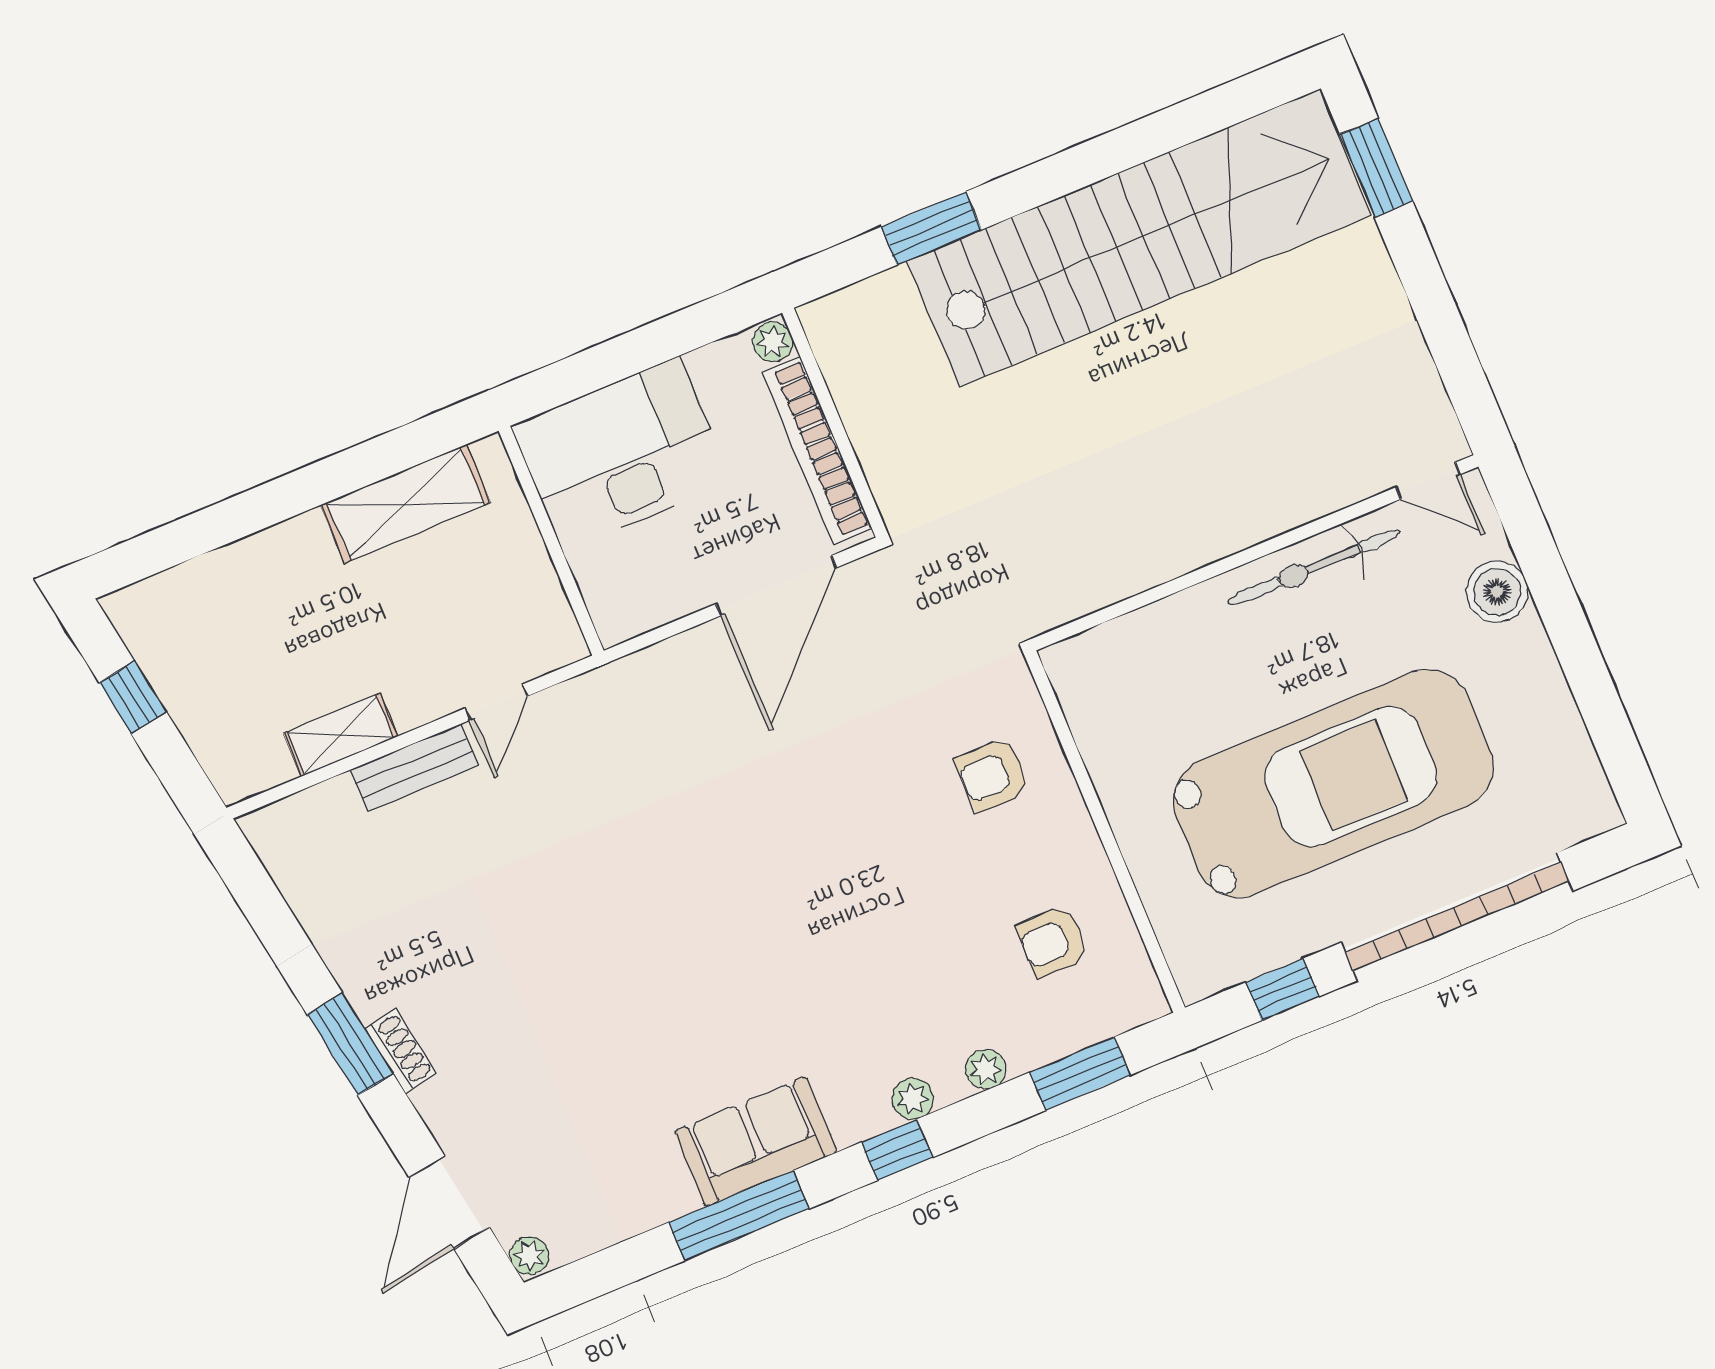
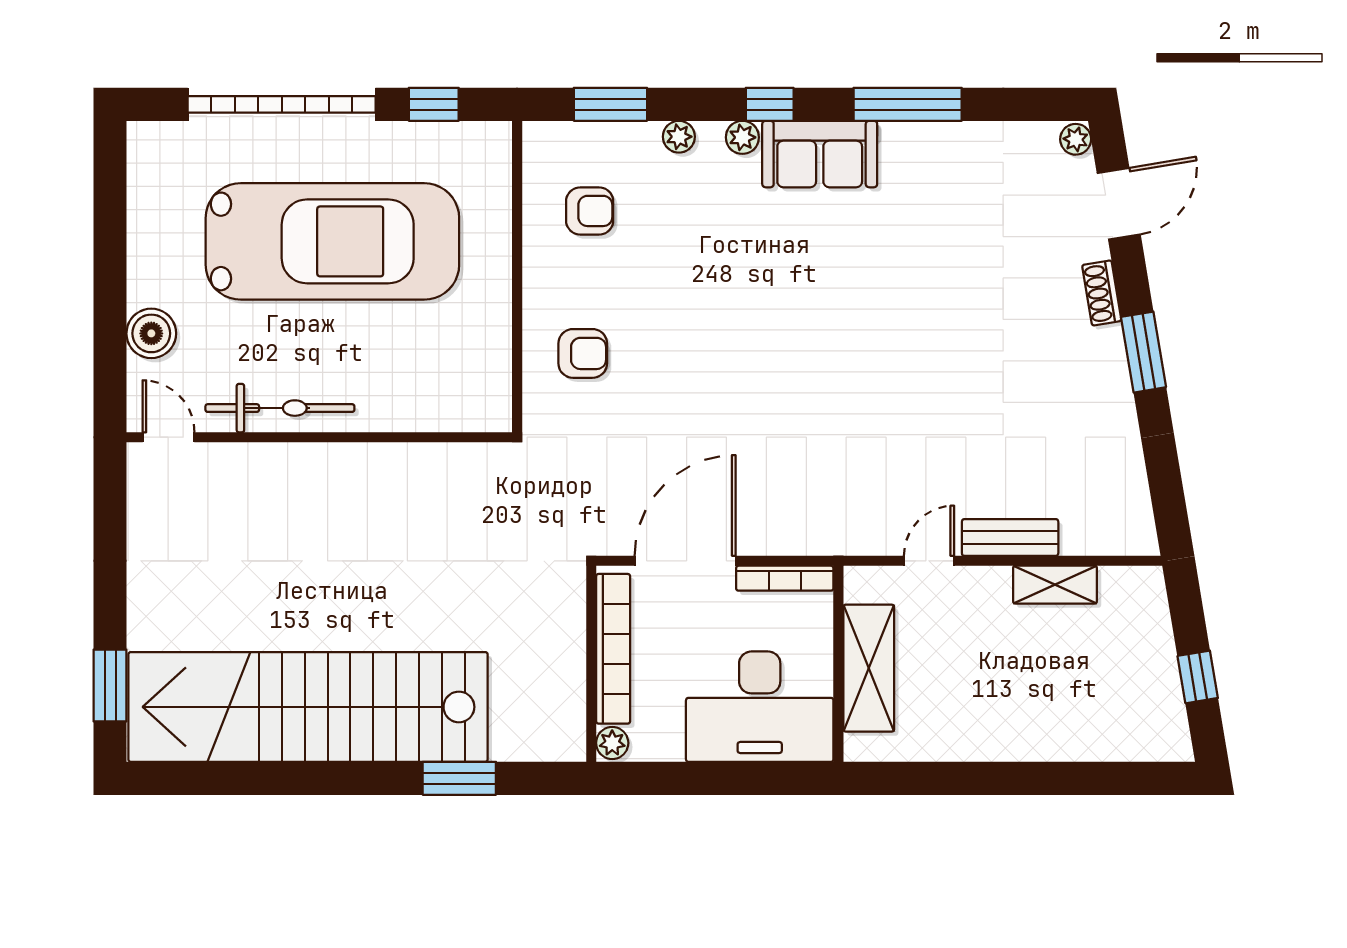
shelving: (405, 504) -> (869, 668), moved, turned 90
bookcase: (654, 613) -> (785, 578), added
car: (1333, 784) -> (332, 241), turned 180
shoe rack: (401, 1051) -> (1102, 293), moved
sofa: (756, 1142) -> (820, 154), moved

